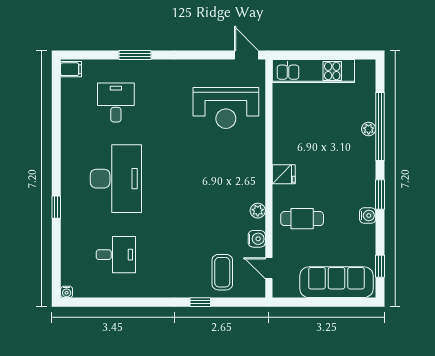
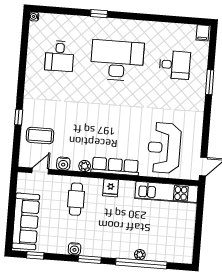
kitchen unit: (313, 71) -> (166, 192), moved, turned -90
row of seats: (255, 170) -> (115, 166), added
desk: (116, 179) -> (117, 60), turned 180

